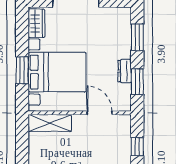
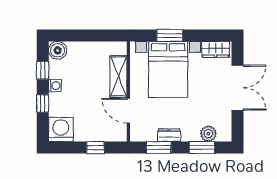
plant: (123, 31) -> (208, 134), added
door: (99, 113) -> (128, 111), swing flipped
shelving: (50, 123) -> (118, 76), moved

